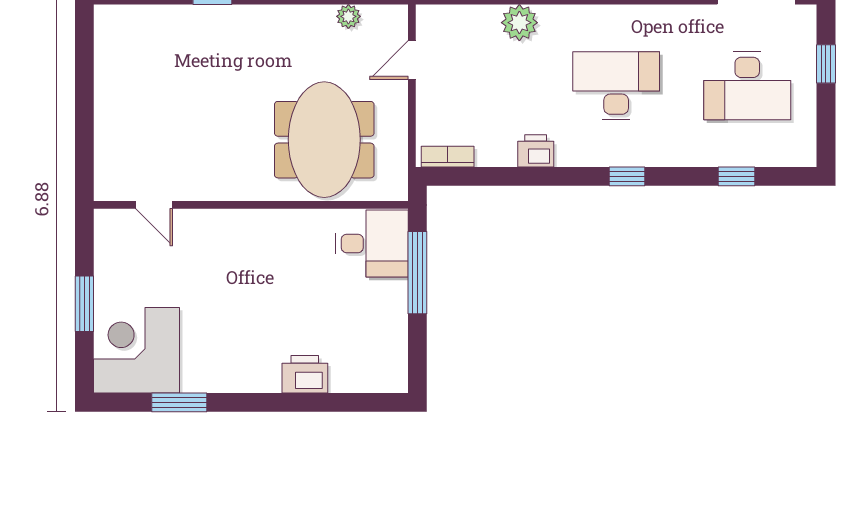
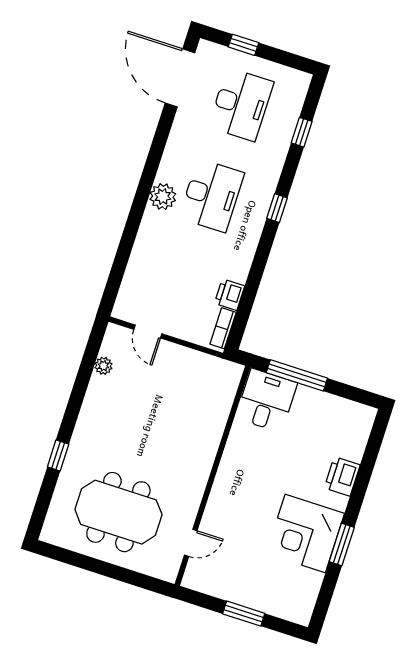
plant: (519, 23) -> (163, 197), moved
desk: (616, 86) -> (212, 195), turned 180
meeting table: (324, 140) -> (118, 512), moved
printer: (536, 151) -> (230, 295), moved
corner desk: (137, 350) -> (305, 534), moved
window: (179, 402) -> (342, 544), moved

